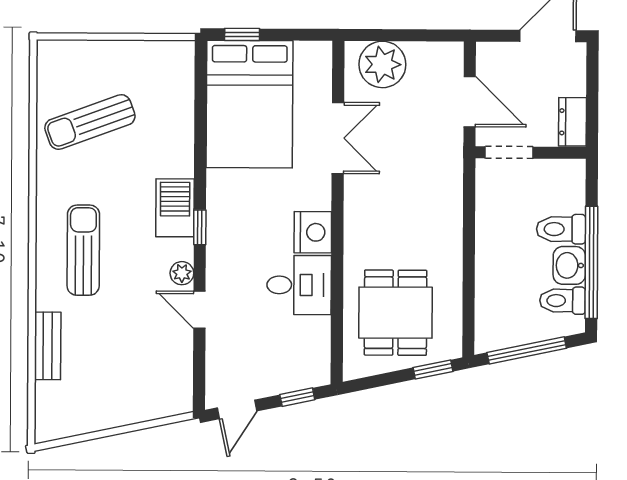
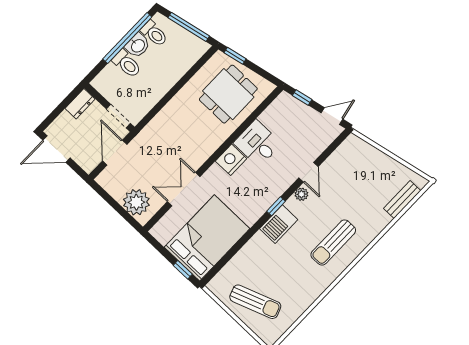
sun lounger: (90, 122) -> (255, 302), moved
bench: (48, 346) -> (402, 199), moved

